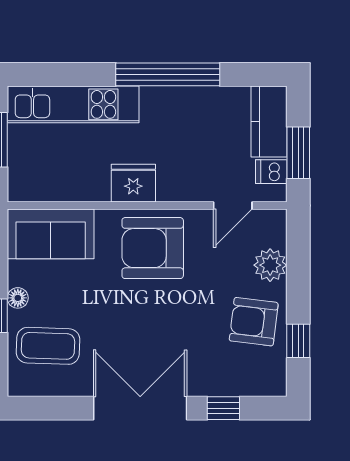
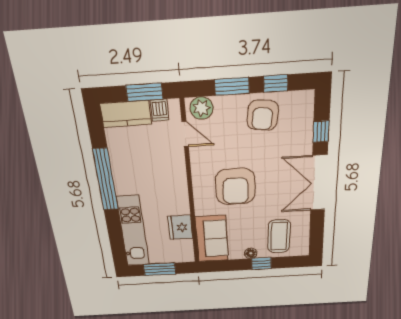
fridge: (133, 183) -> (180, 227), moved
armchair: (153, 248) -> (235, 187), moved
plant: (270, 265) -> (201, 108), moved
window: (298, 279) -> (232, 86), added

